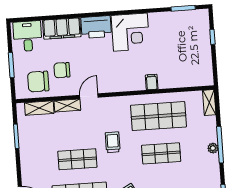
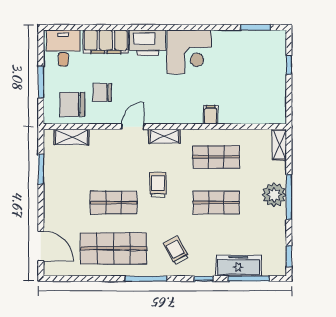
shelving: (67, 106) -> (164, 136), moved
shop shelf: (159, 116) -> (216, 157), width x0.70, depth x0.74
plant: (213, 148) -> (274, 195), width x1.88, depth x1.88

